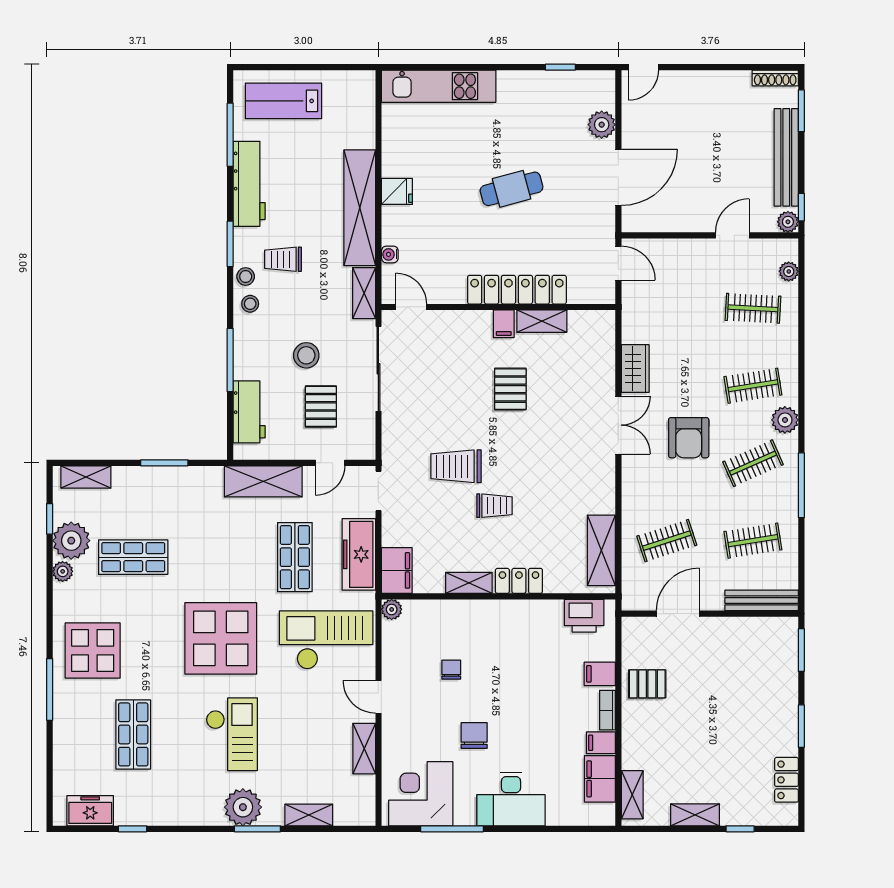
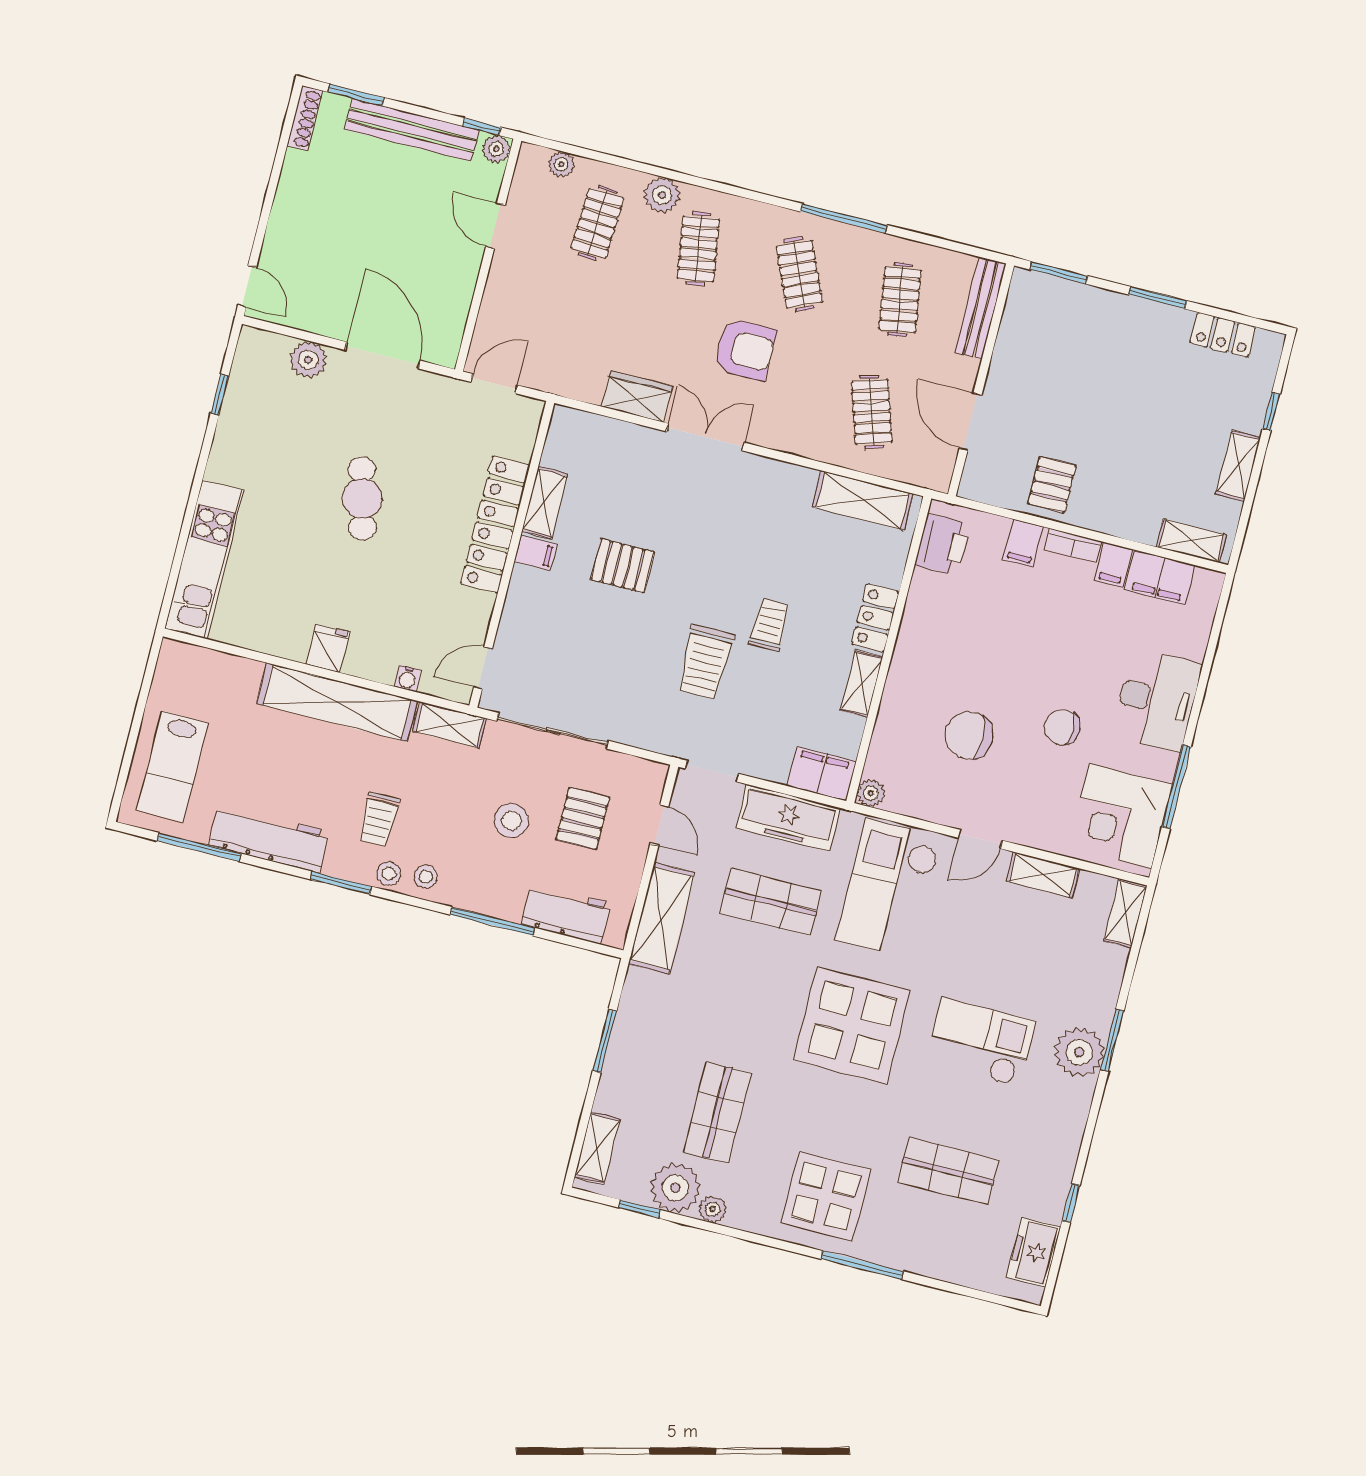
pallet: (321, 406) -> (583, 818), turned 90
plant: (785, 420) -> (662, 195), moved
chair: (451, 670) -> (969, 735), width x1.87, depth x1.87
shelving: (309, 815) -> (1125, 913), moved

